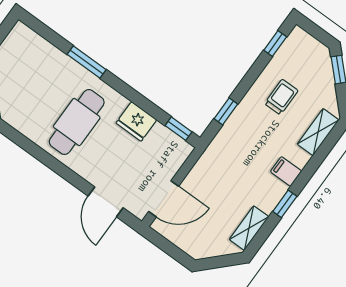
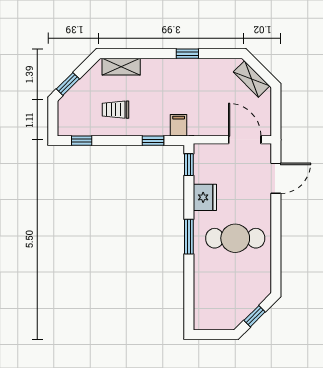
window: (87, 62) -> (189, 237), moved
filing cabinet: (286, 171) -> (179, 125), moved, turned 180
shelving: (249, 228) -> (252, 79), moved, turned 45

